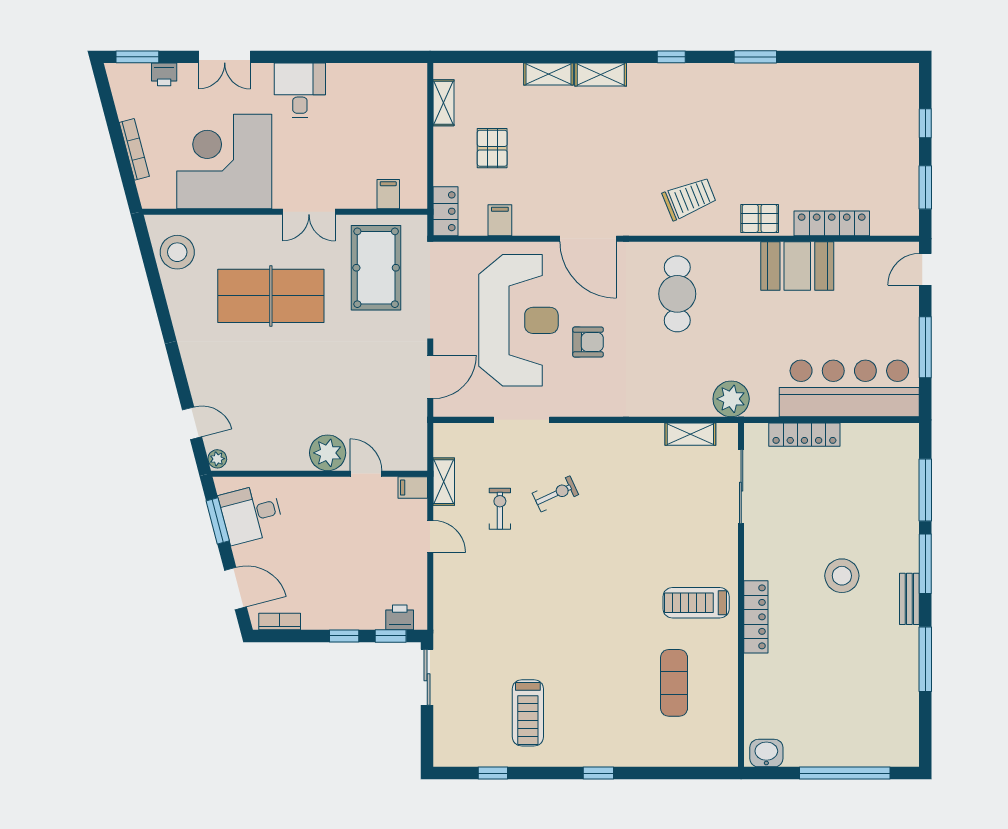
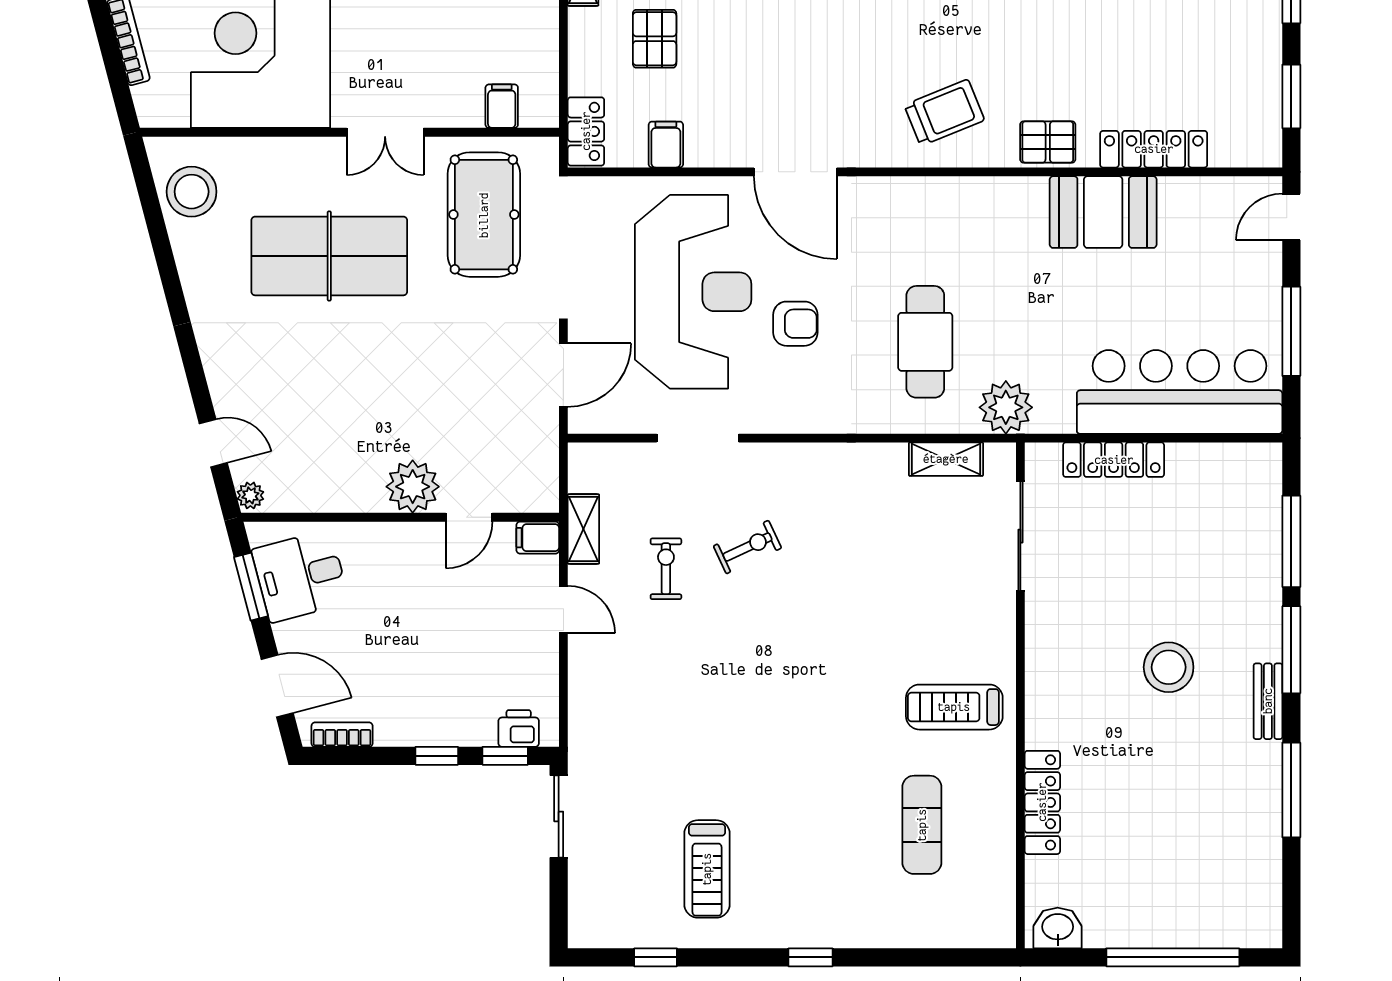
cafe table: (677, 294) -> (925, 342), moved
door: (366, 474) -> (469, 517), swing flipped
locker: (756, 617) -> (1042, 802), moved

